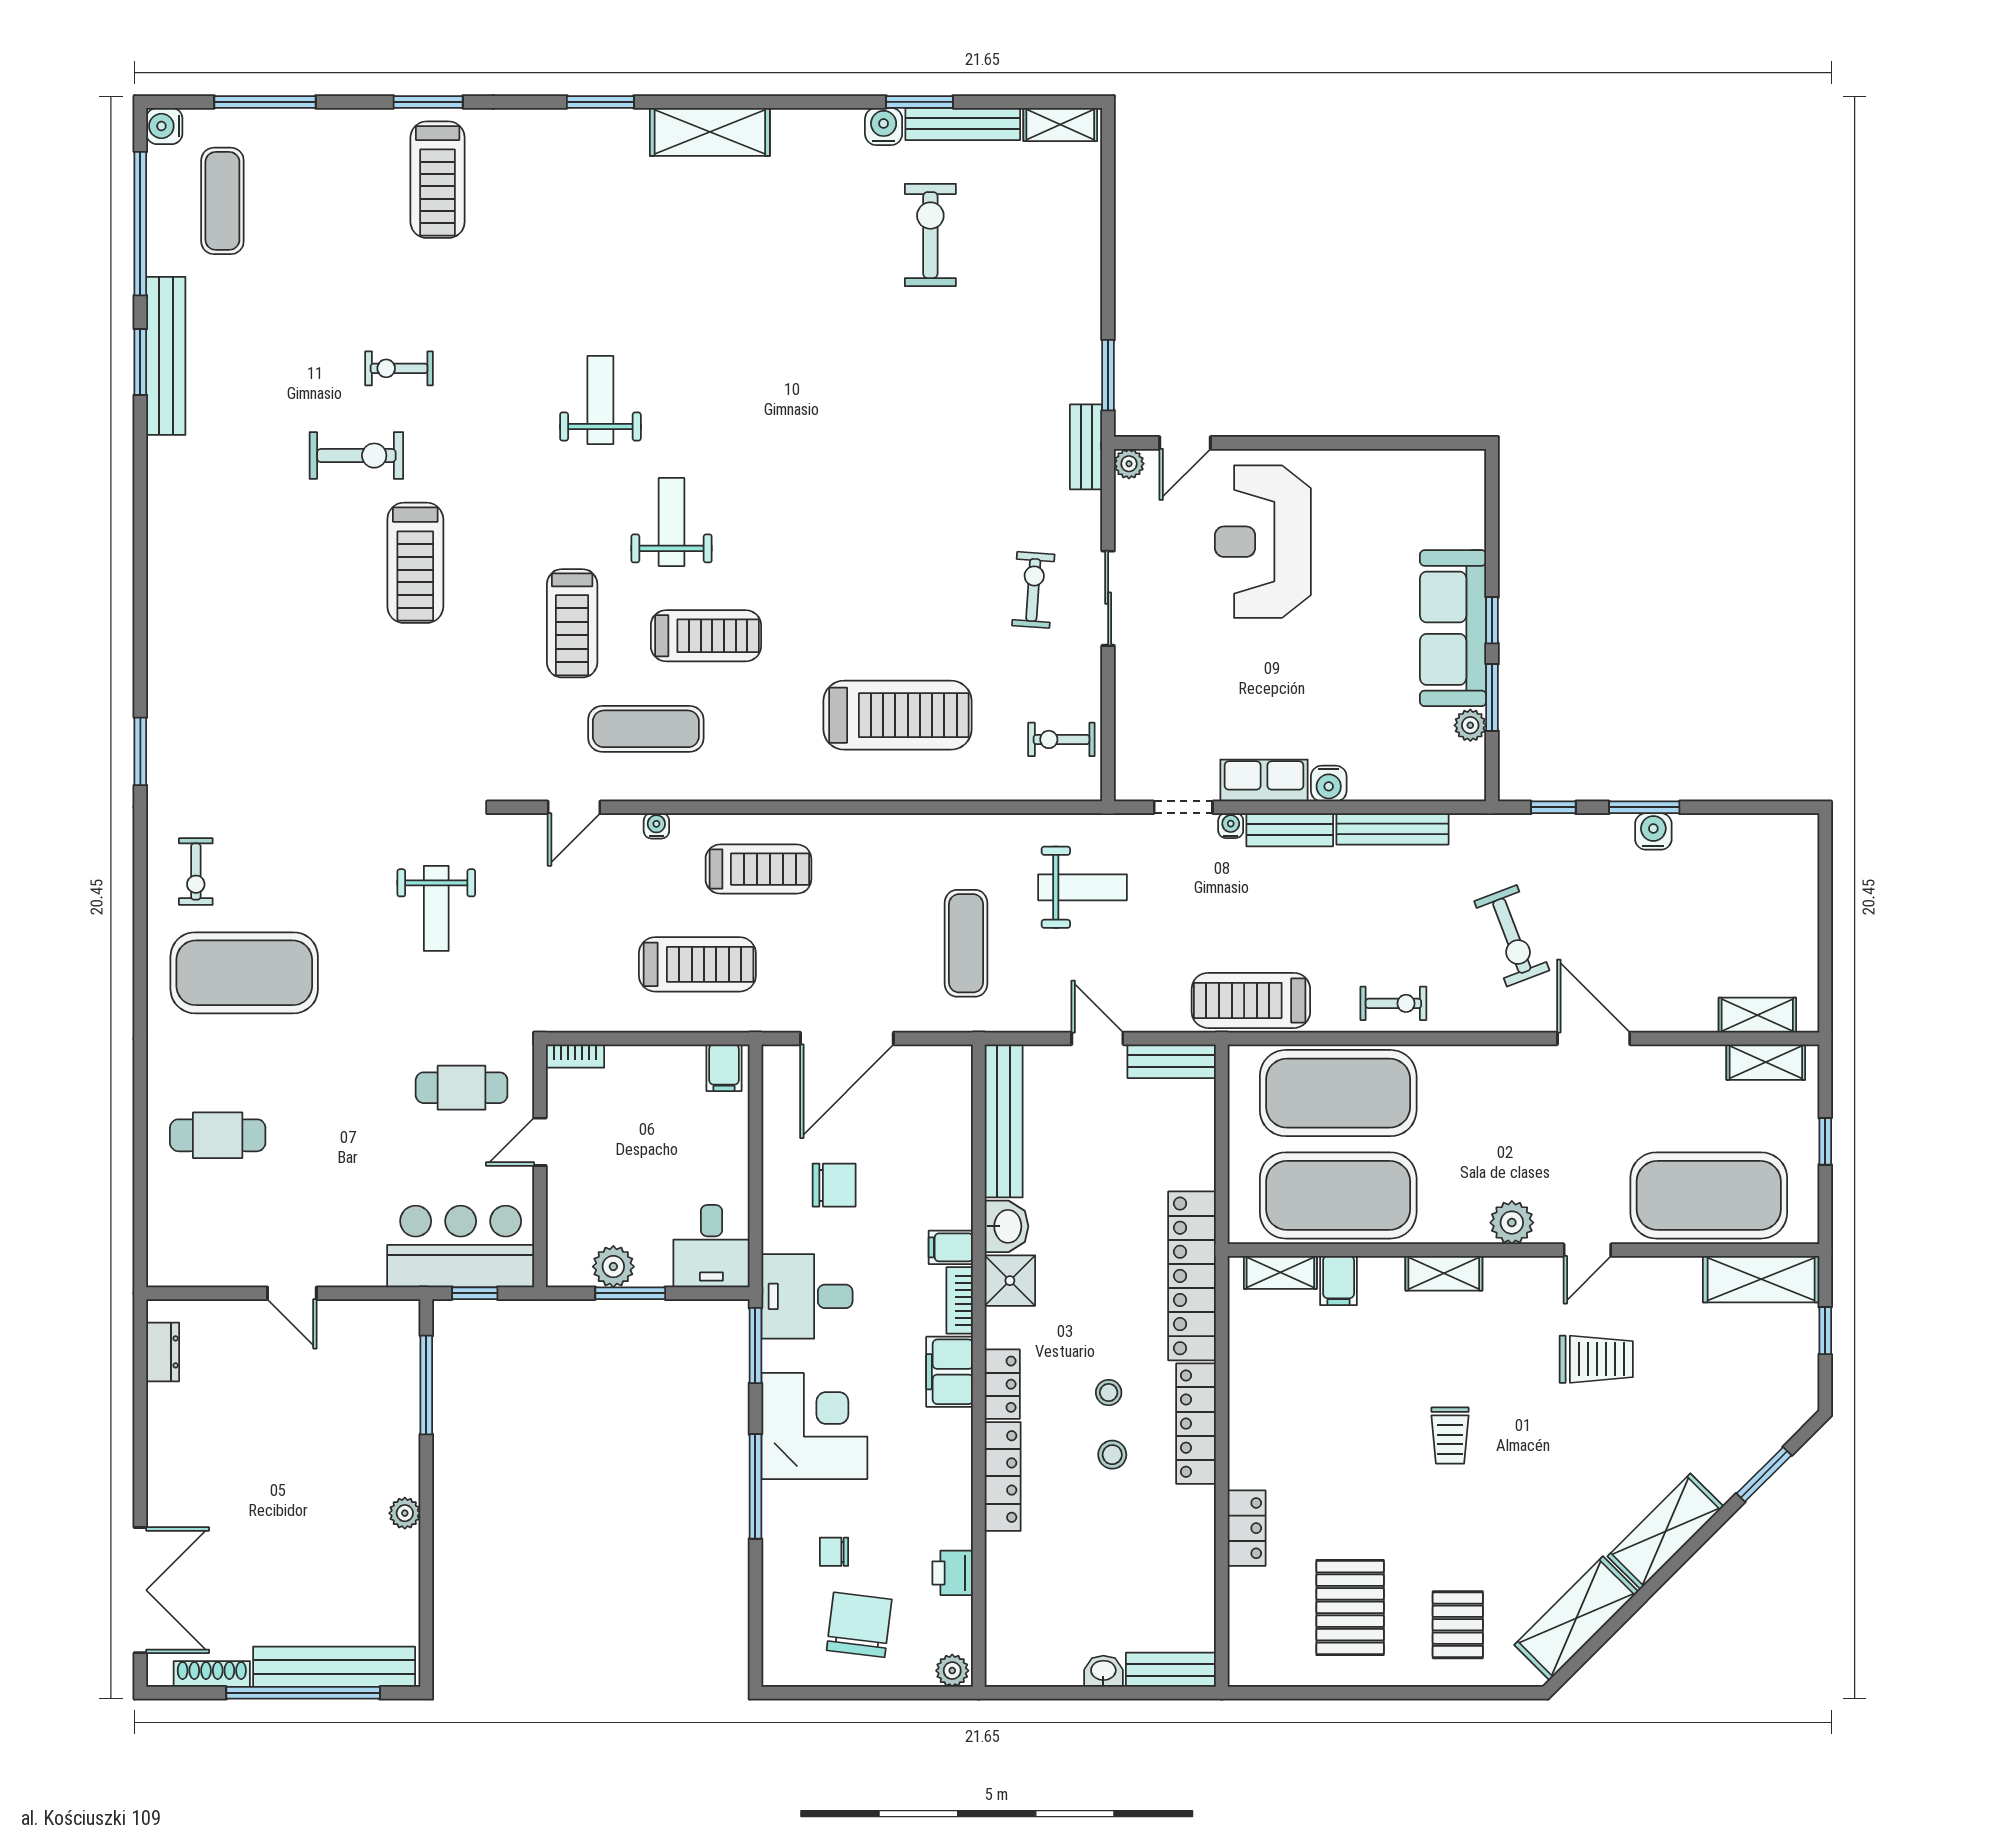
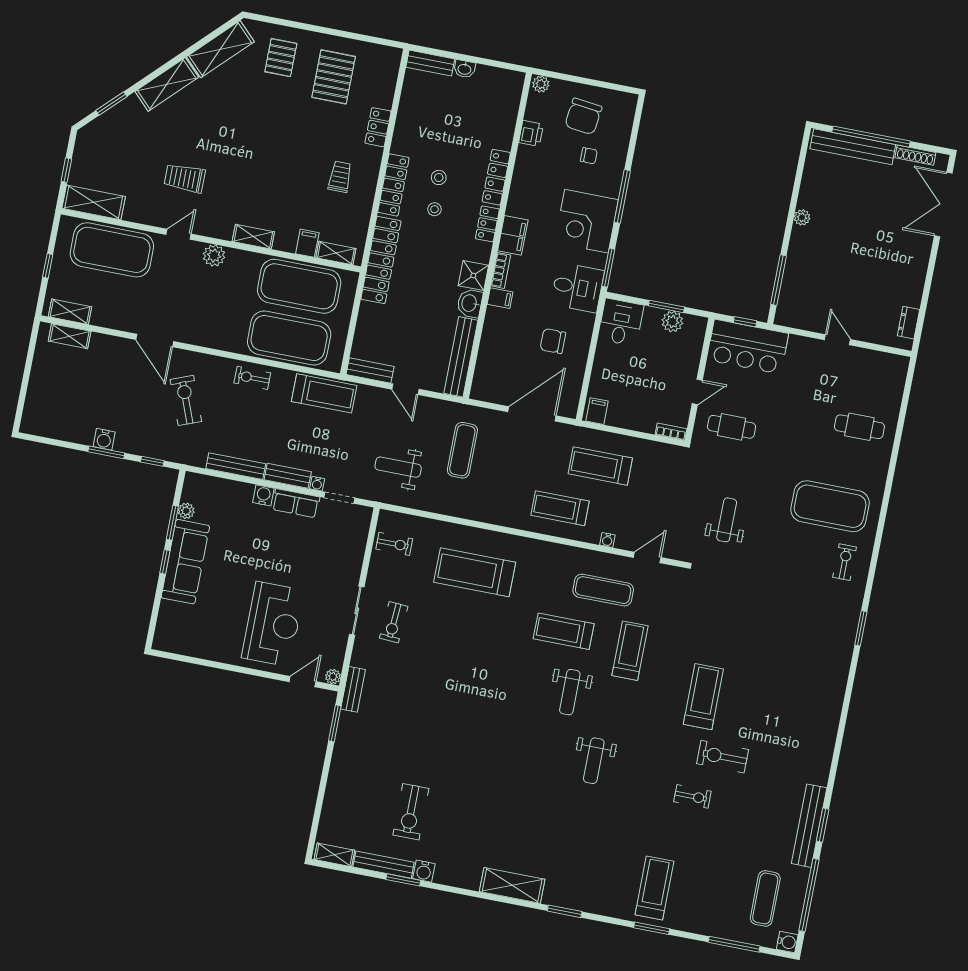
trolley: (1450, 1436) -> (340, 177), moved

